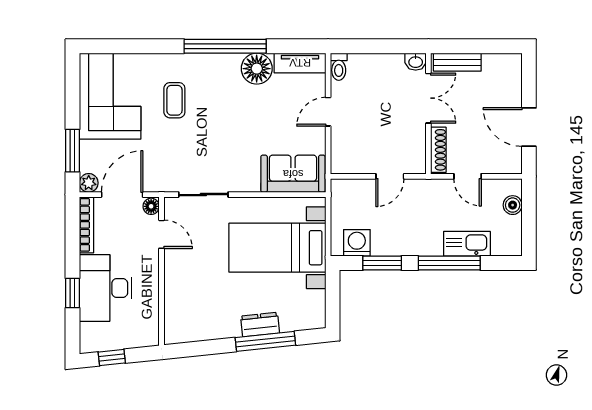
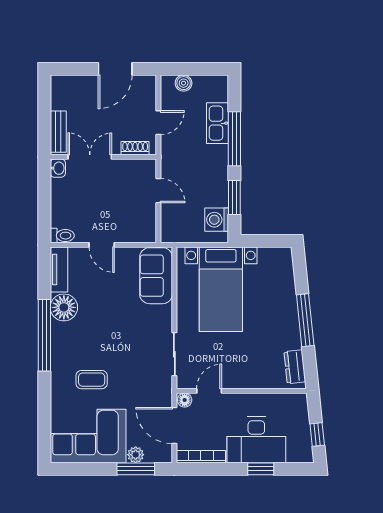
shoe rack: (438, 150) -> (135, 148), width x0.70
plant: (89, 183) -> (136, 455), moved
dresser: (260, 325) -> (295, 367), moved
window: (265, 341) -> (305, 320), moved

